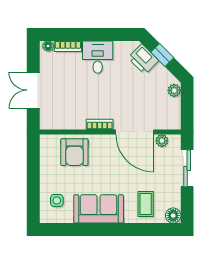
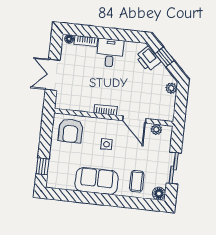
door: (135, 132) -> (134, 120), width x0.73
armchair: (74, 152) -> (71, 131), moved
sliding door: (187, 168) -> (174, 168), moved
window: (33, 199) -> (43, 166), added
side table: (57, 200) -> (106, 144), moved

